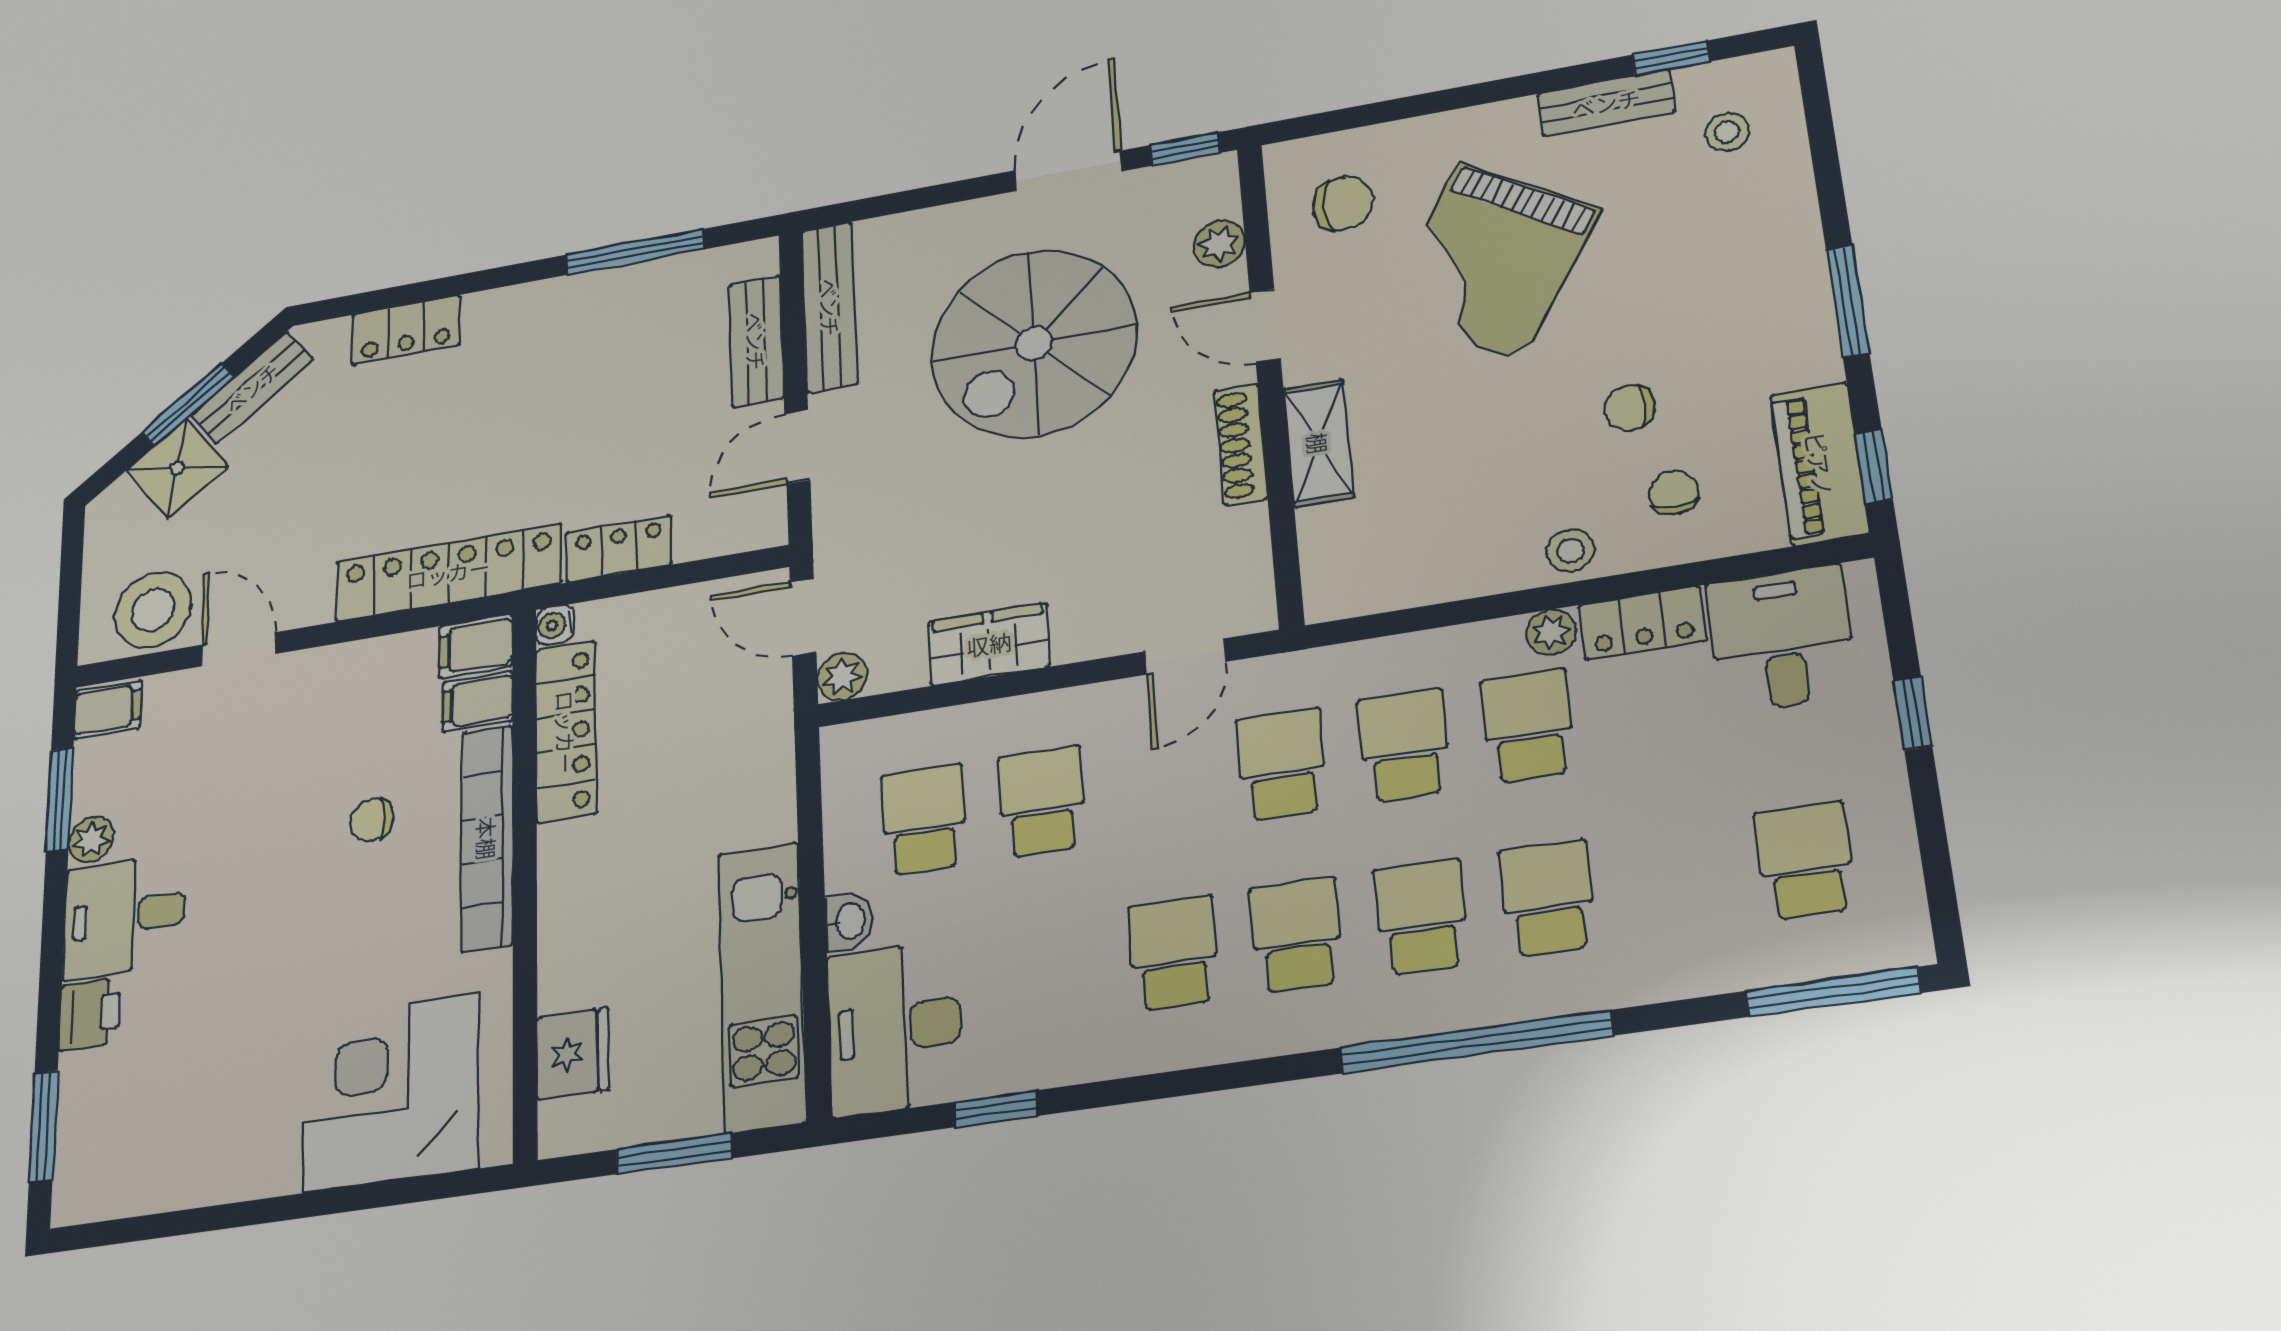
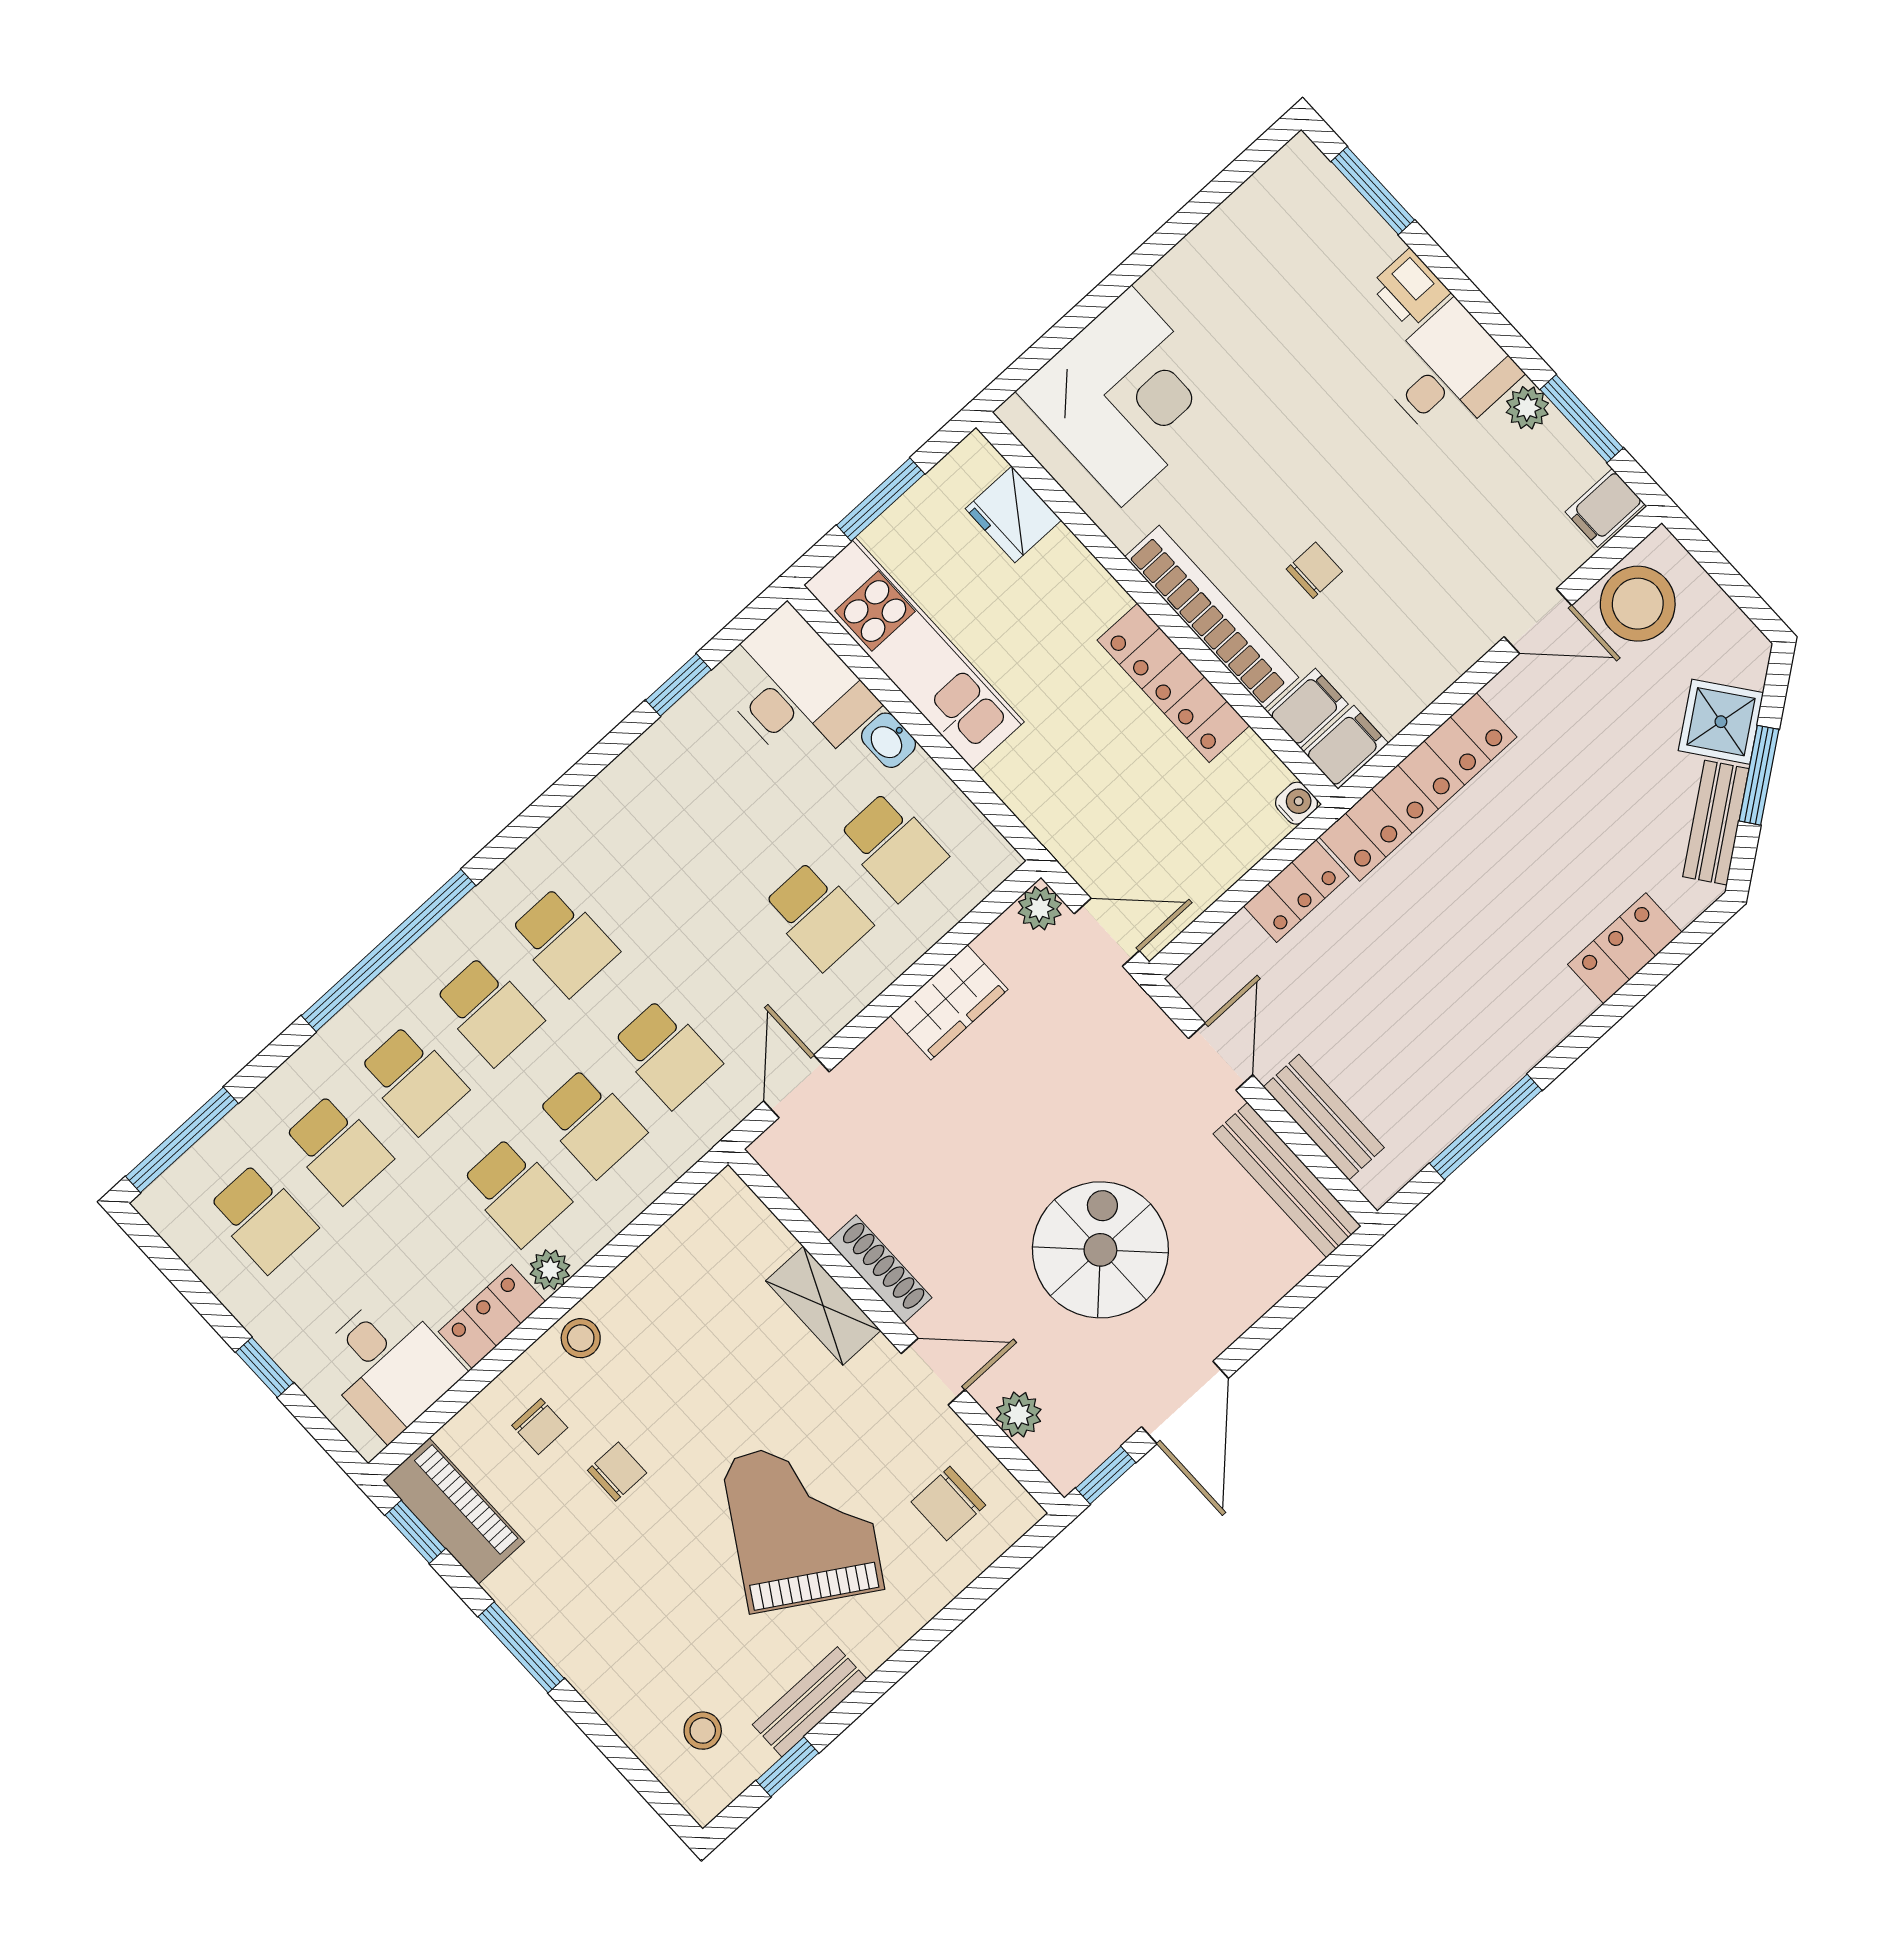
spiral stairs: (1034, 343) -> (1100, 1250), width x0.73, depth x0.73
locker: (566, 732) -> (1173, 683), moved
school desk: (1173, 953) -> (338, 1149), moved

